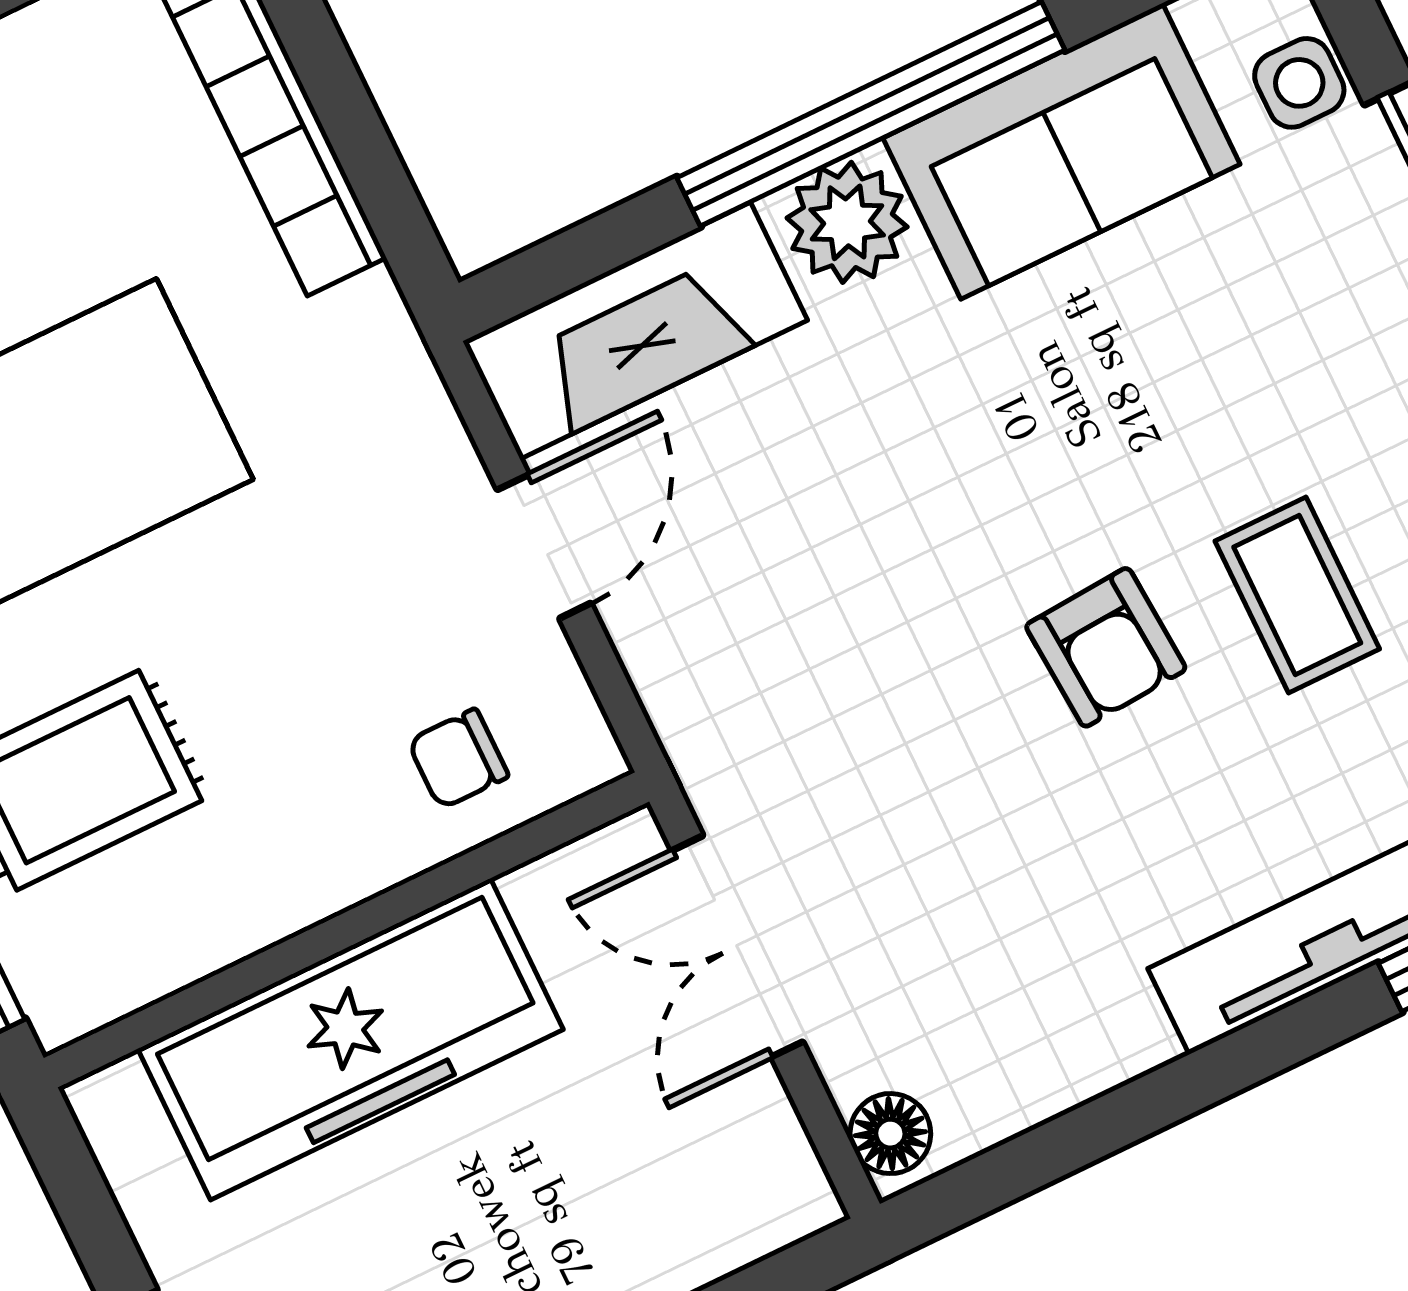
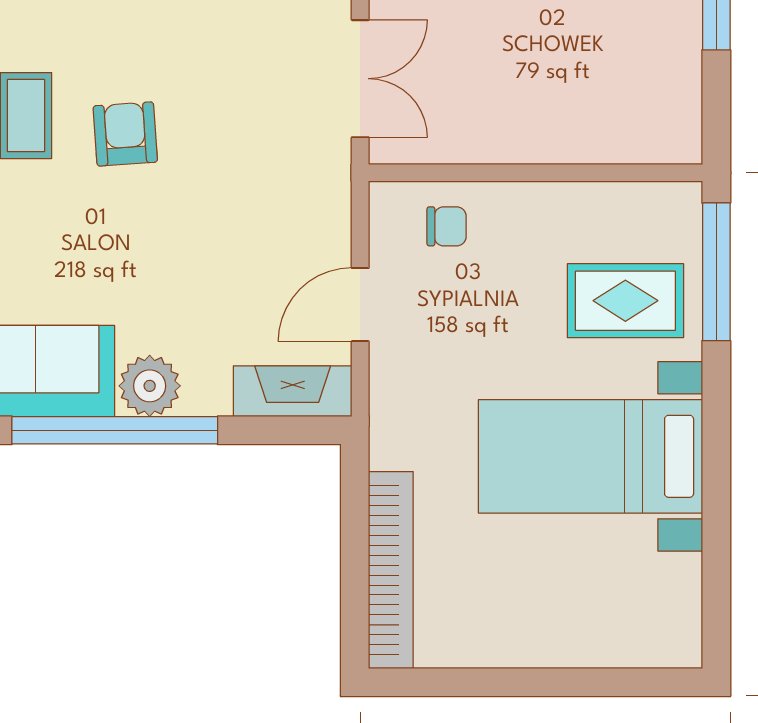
fireplace: (635, 331) -> (293, 391), width x0.73, depth x0.76
freezer: (350, 1039) -> (558, 122), removed

